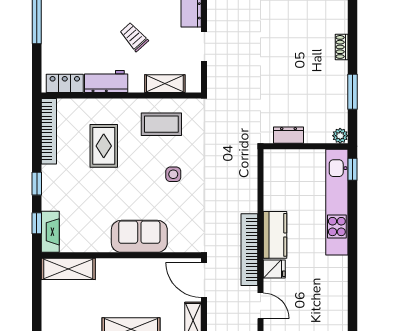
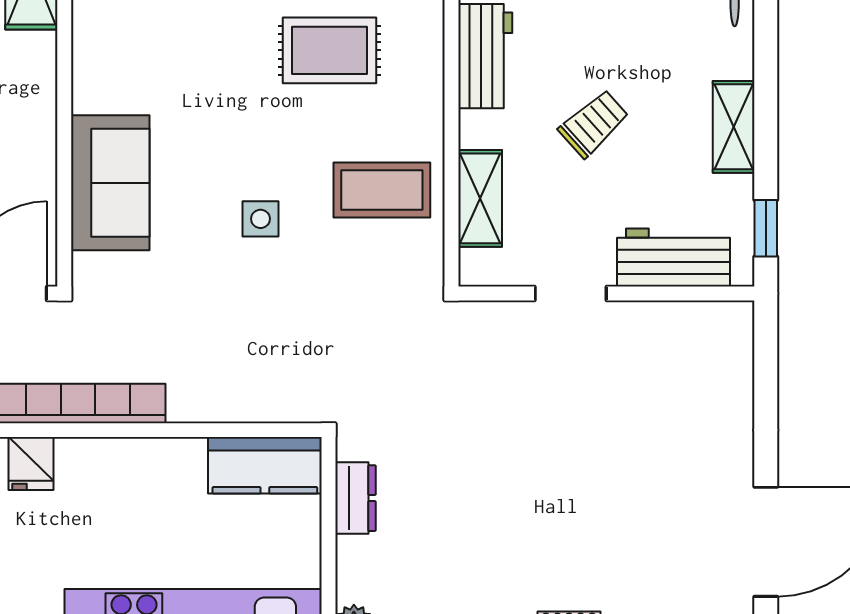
coffee table: (161, 124) -> (382, 190), turned 90
kitchen counter: (275, 235) -> (265, 465), moved
sofa: (139, 236) -> (110, 183), moved

